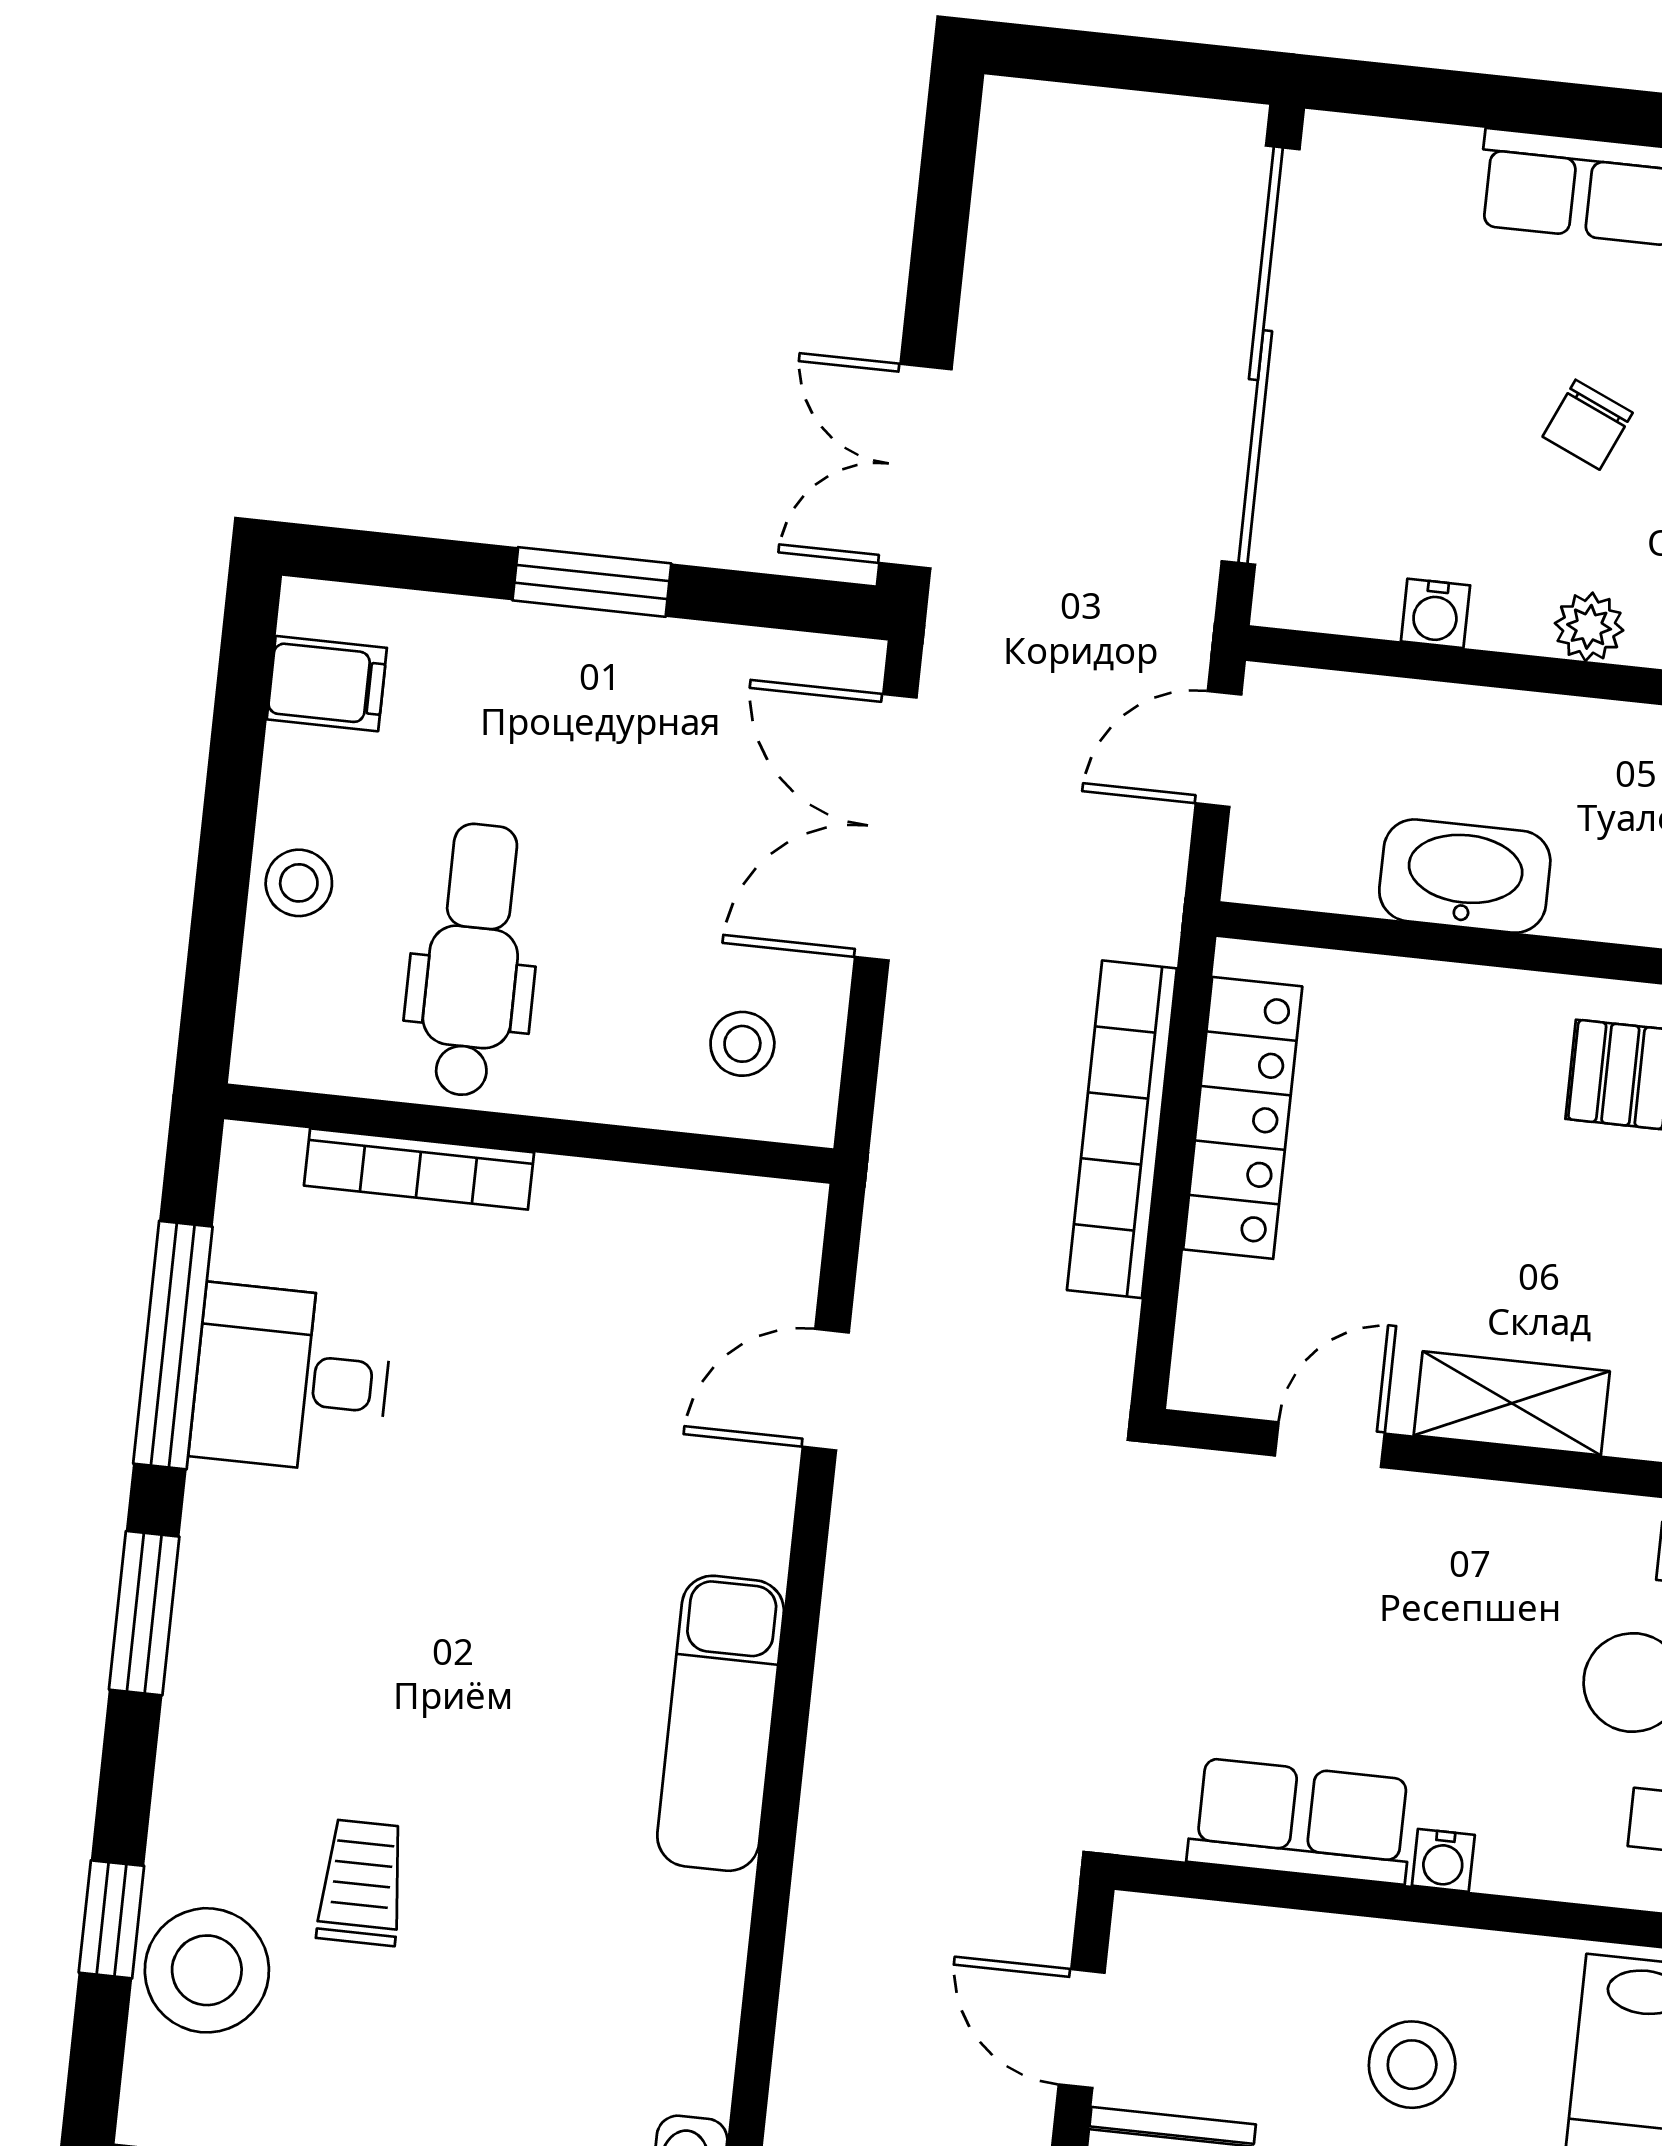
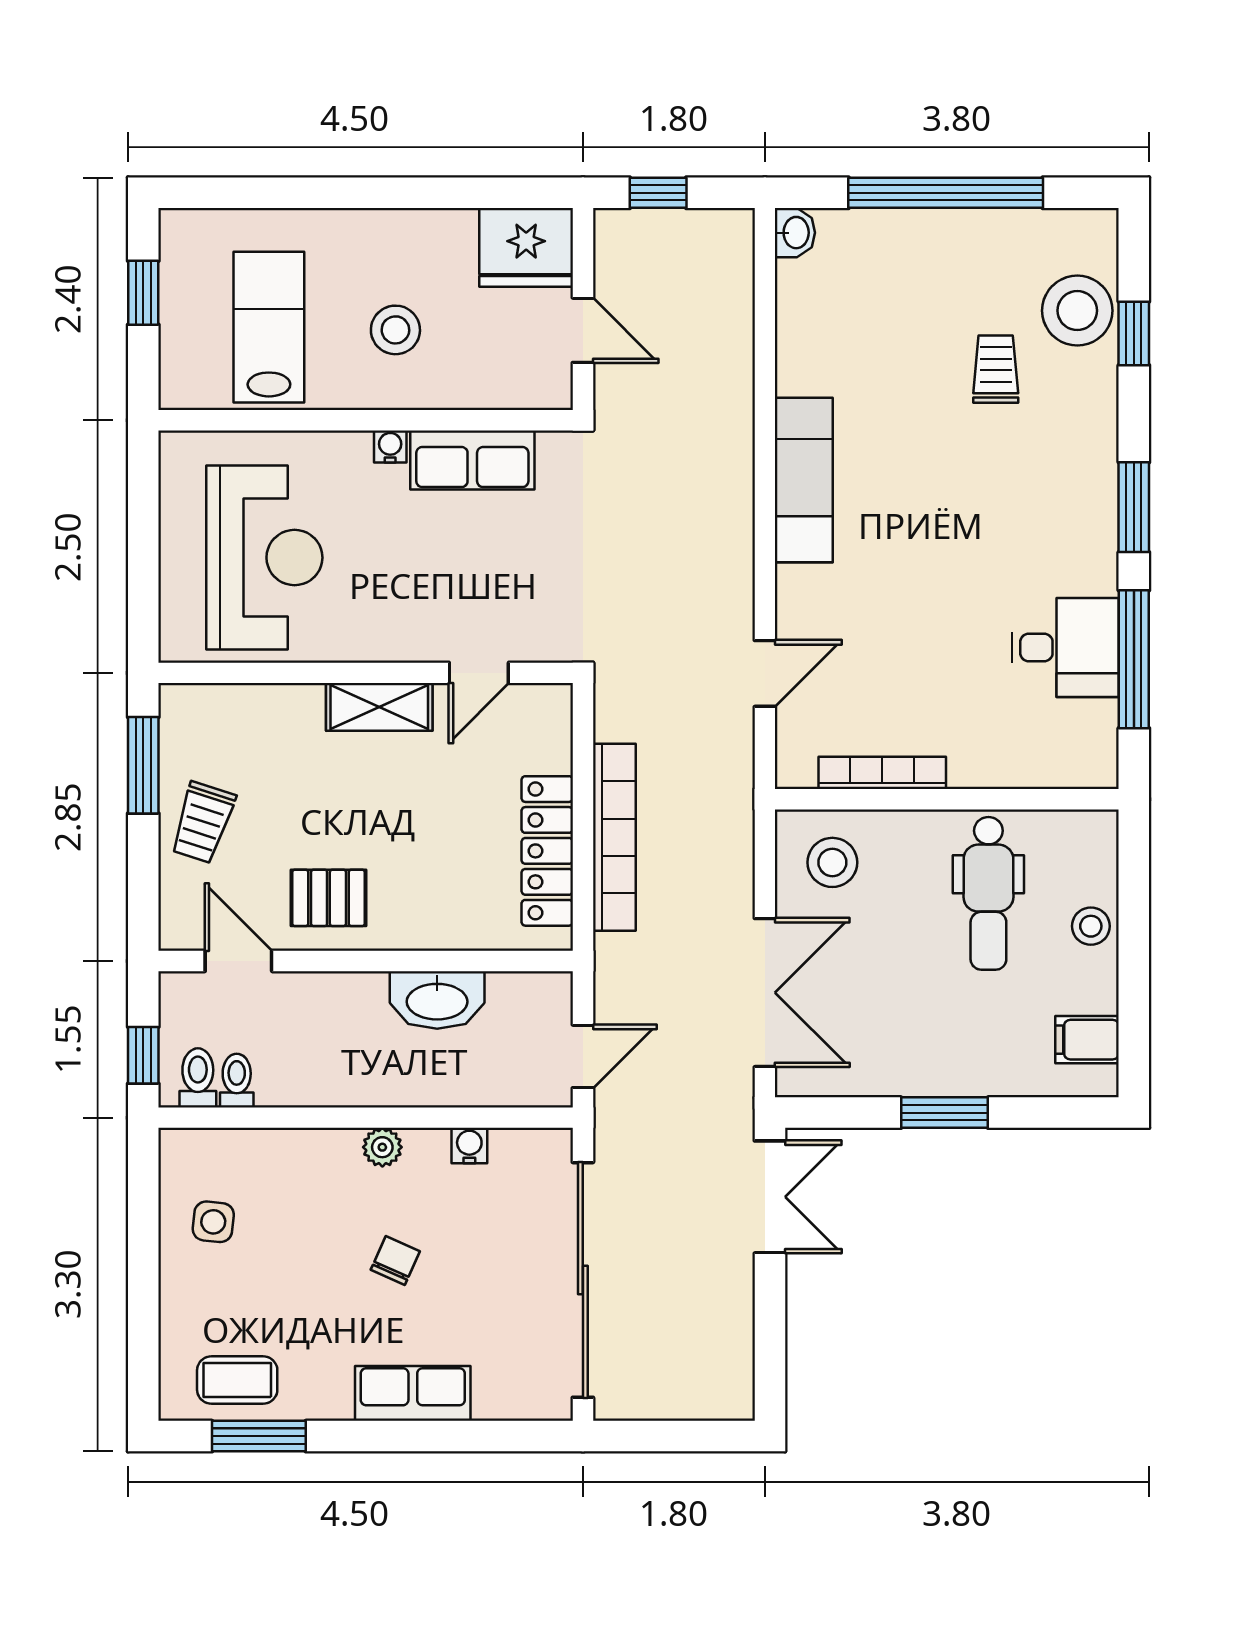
stool: (742, 1044) -> (832, 862), width x1.37, depth x1.37
bookcase: (419, 1169) -> (882, 773), moved
trolley: (362, 1883) -> (996, 369), turned 180

